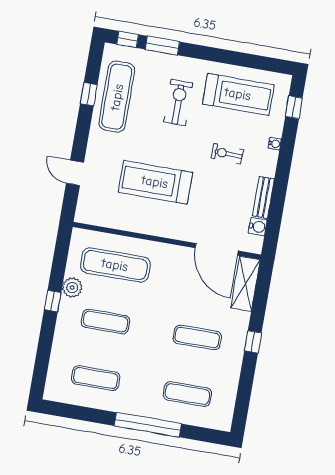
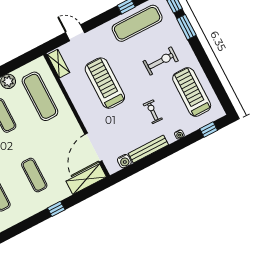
treadmill: (238, 94) -> (192, 92), turned 180
door: (75, 173) -> (75, 33), hinge flipped
bench: (263, 197) -> (148, 149), width x1.36
shelving: (95, 217) -> (58, 64), added

